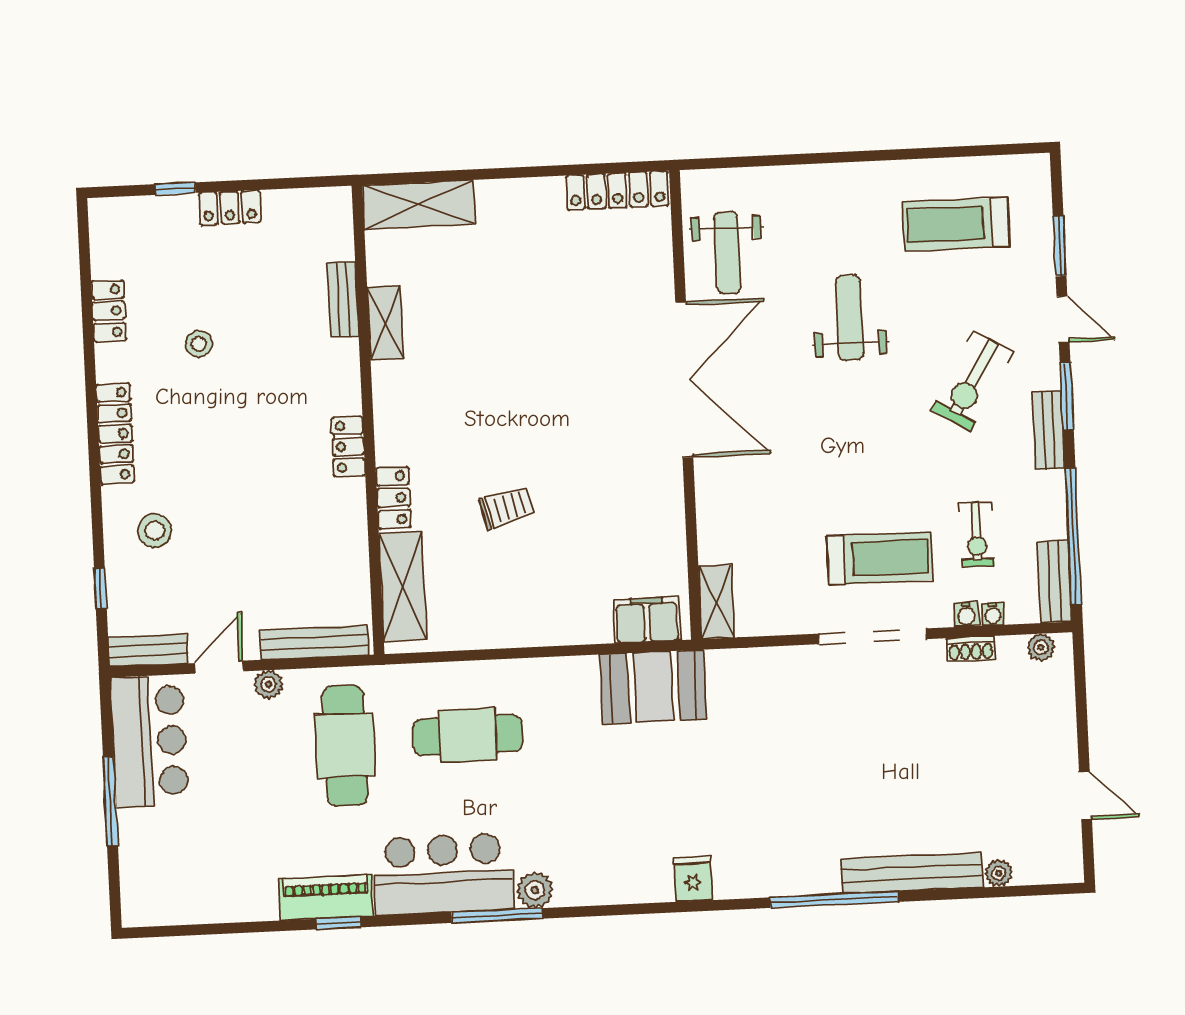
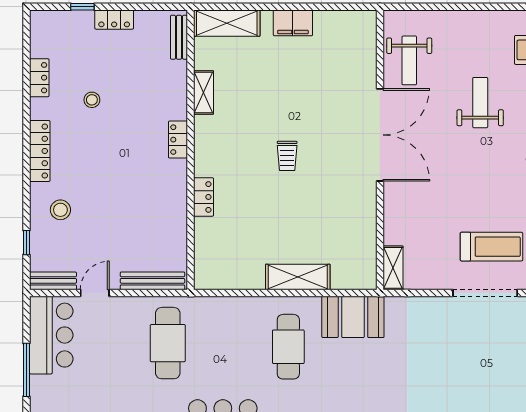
locker: (617, 190) -> (345, 20), removed
bench: (343, 299) -> (179, 37), moved
locker: (348, 447) -> (178, 140), moved
trolley: (507, 508) -> (287, 156), moved, turned 105
shelving: (403, 587) -> (298, 277), moved, turned 90
filing cabinet: (647, 620) -> (293, 23), moved, turned 180
plant: (269, 684) -> (124, 305), removed
cafe table: (468, 735) -> (288, 347), moved, turned 90

